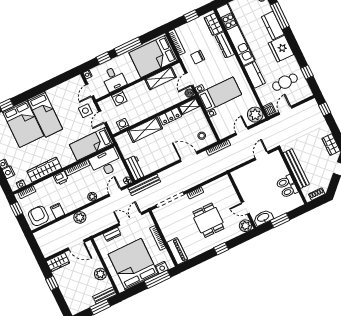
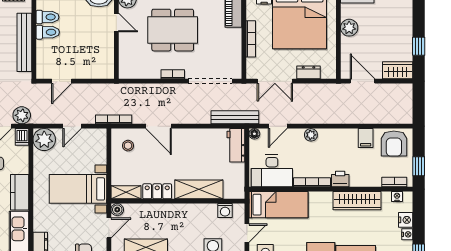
plant: (80, 217) -> (22, 115), moved
dining table: (208, 220) -> (173, 30), width x1.38

